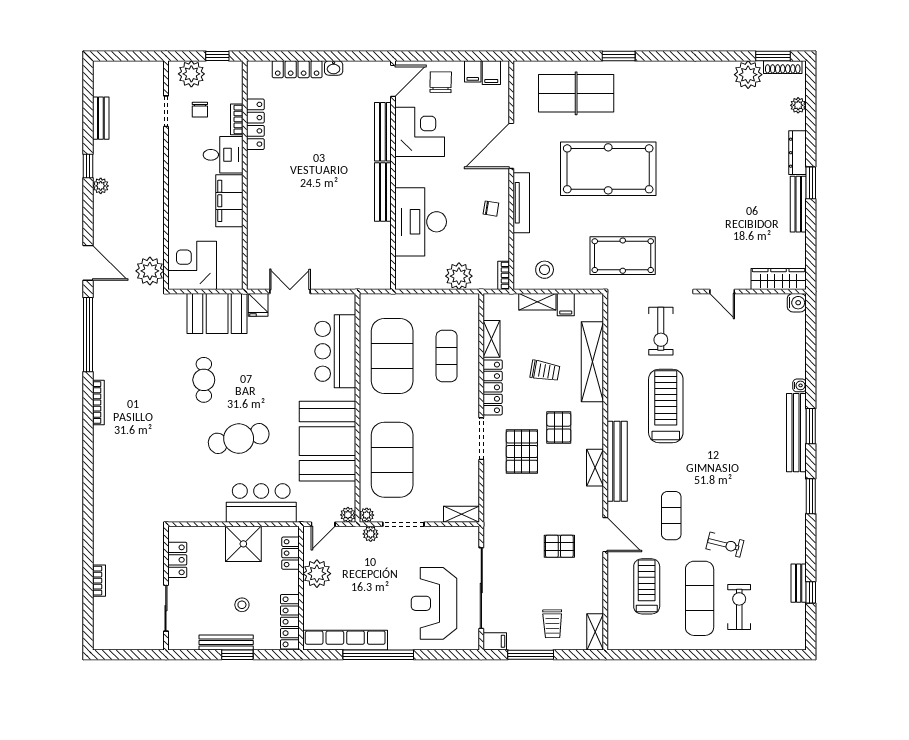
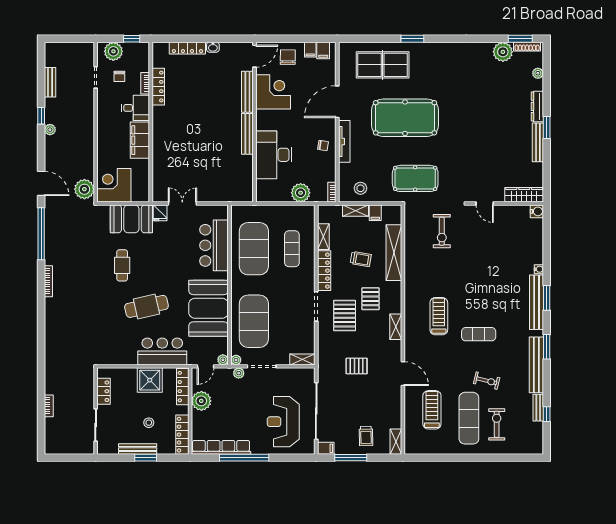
treadmill: (666, 406) -> (439, 316), moved, width x0.73, depth x0.73
bench: (617, 461) -> (536, 365), moved
exercise mat: (671, 516) -> (479, 334), moved, turned 90
pallet: (559, 546) -> (357, 366), moved
locker: (291, 553) -> (183, 387), width x1.53

